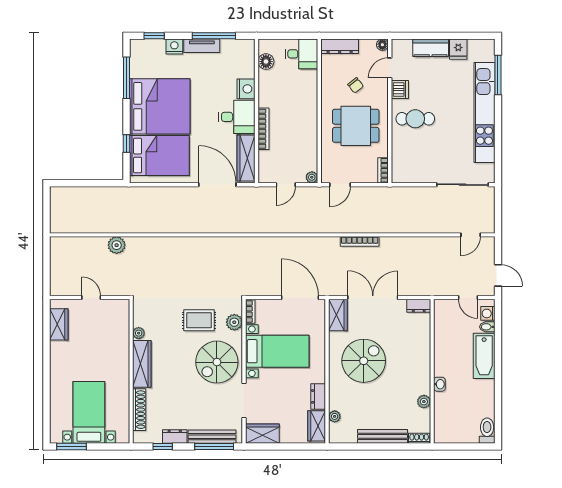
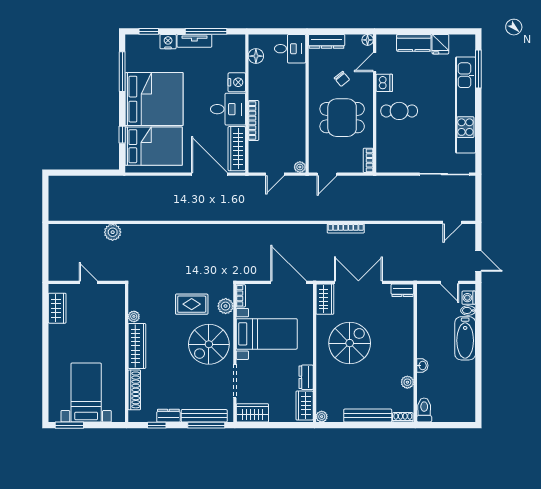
plant: (335, 416) -> (322, 417), moved
toilet: (487, 431) -> (424, 410), moved

